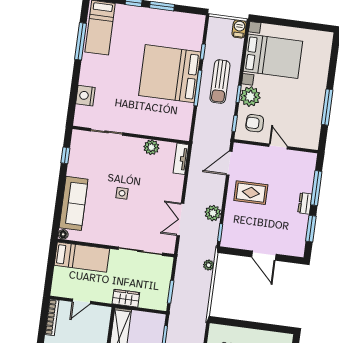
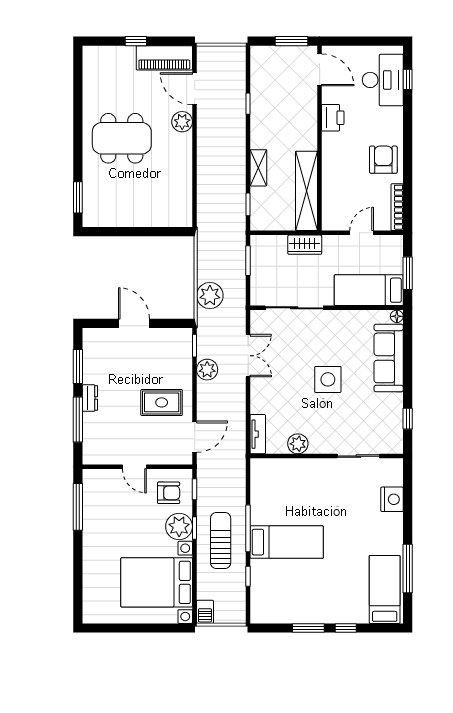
bed: (170, 74) -> (287, 542), width x0.49
window: (327, 107) -> (78, 507), moved
side table: (122, 193) -> (328, 379), width x1.87, depth x1.87
plant: (209, 265) -> (210, 296), width x1.88, depth x1.88
window: (51, 266) -> (408, 273), added

